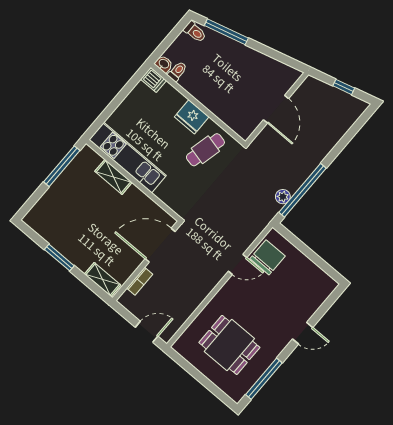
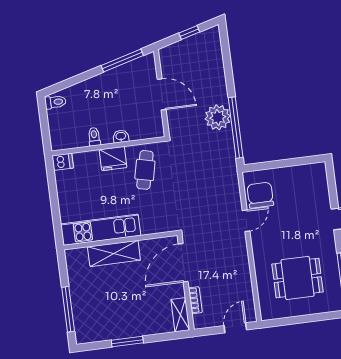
window: (226, 32) -> (122, 60), moved
washbasin: (164, 64) -> (121, 136), moved
toilet: (177, 71) -> (94, 137), moved
window: (62, 166) -> (68, 309), moved
shelving: (113, 177) -> (114, 253), width x1.50, depth x1.33
plant: (283, 197) -> (218, 117), moved, width x1.88, depth x1.88
shelving: (103, 279) -> (180, 315), moved, turned 90

